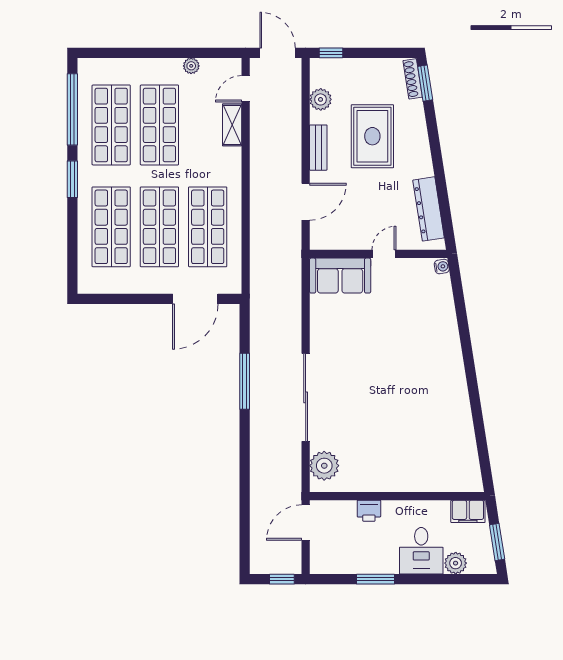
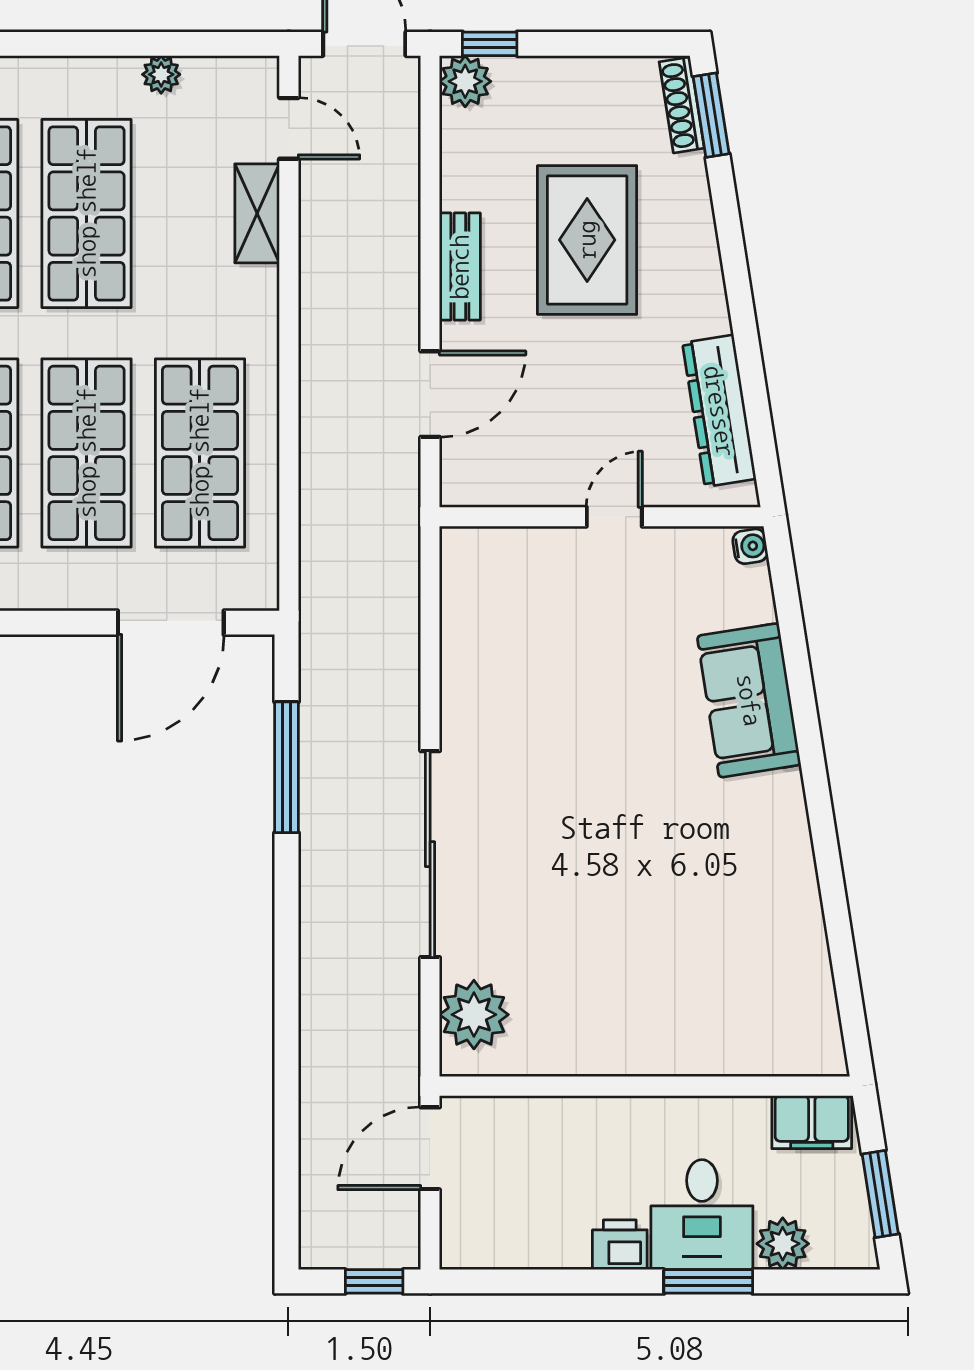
door: (246, 89) -> (289, 128), swing flipped
plant: (321, 99) -> (465, 81), moved
sofa: (340, 276) -> (749, 700), moved, turned 81
window: (245, 381) -> (287, 767), moved
printer: (369, 511) -> (620, 1245), moved, turned 180
window: (375, 579) -> (708, 1281), moved

